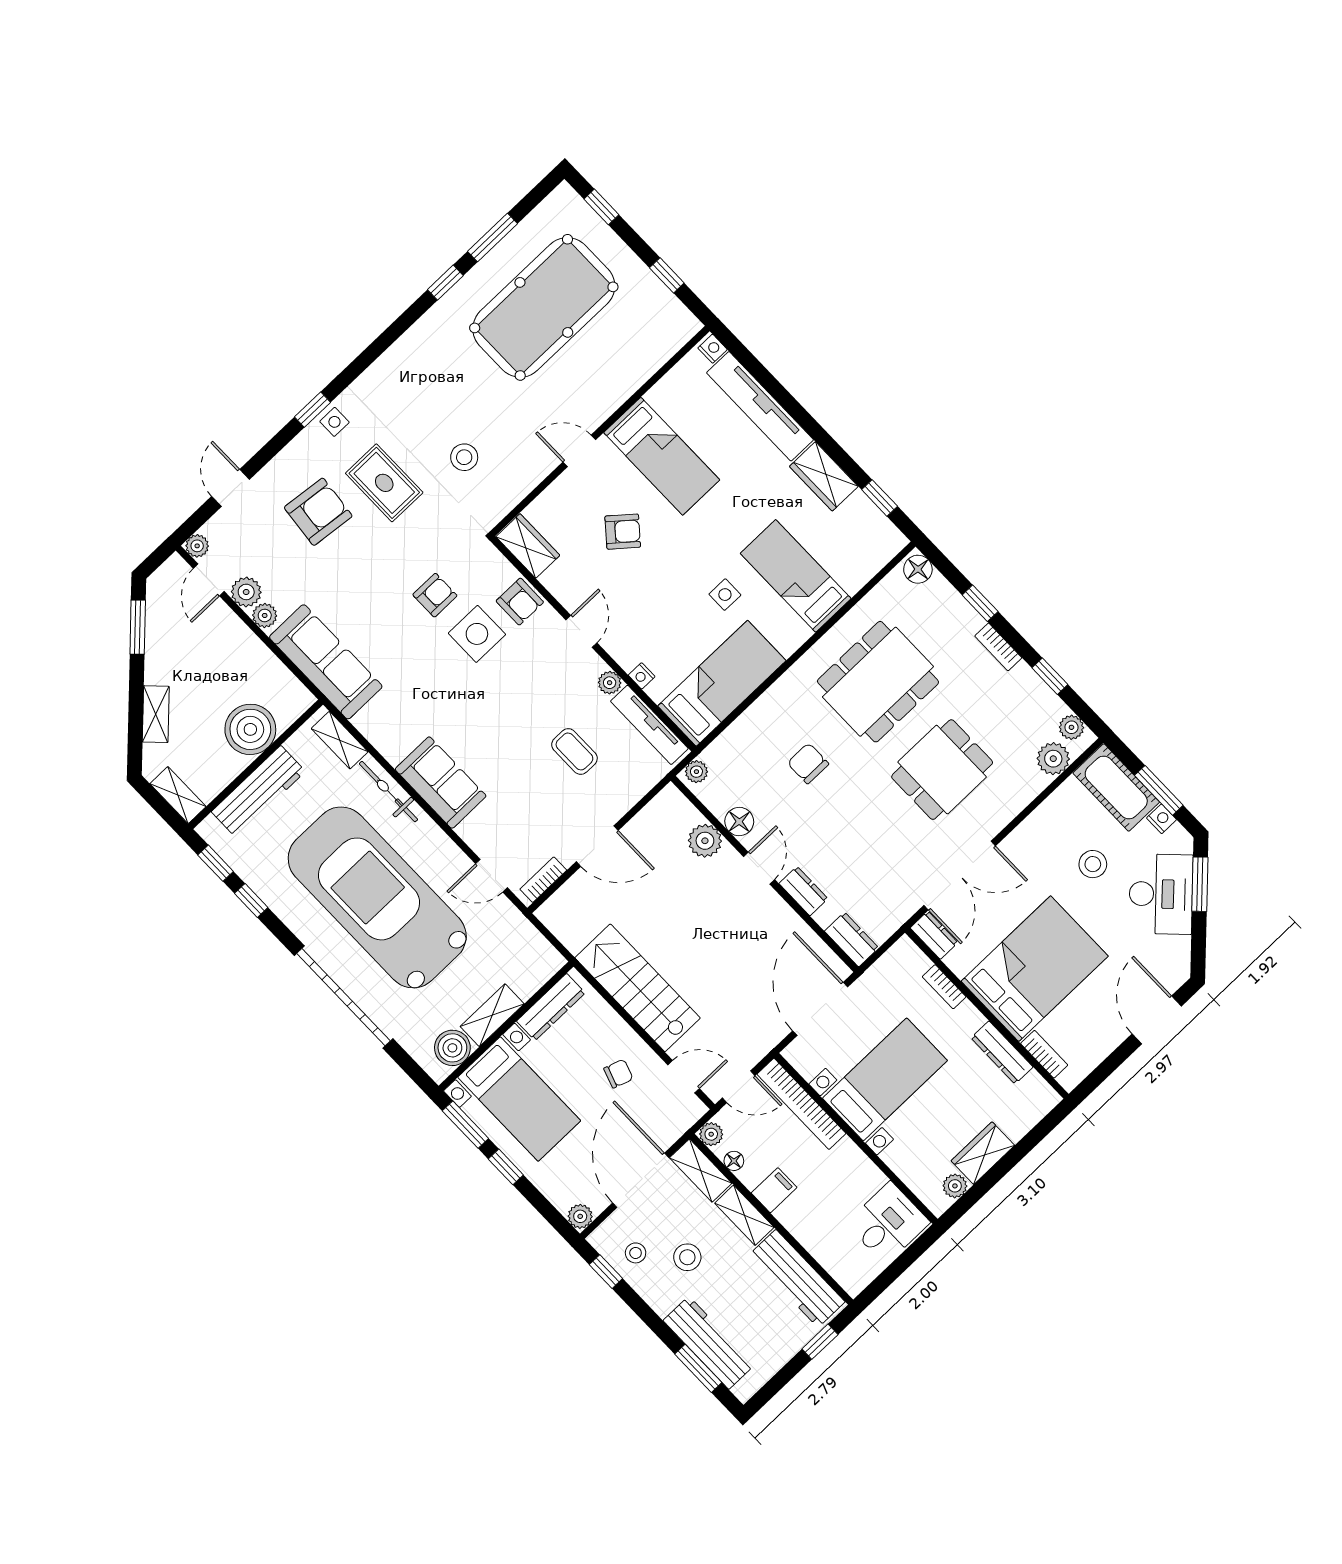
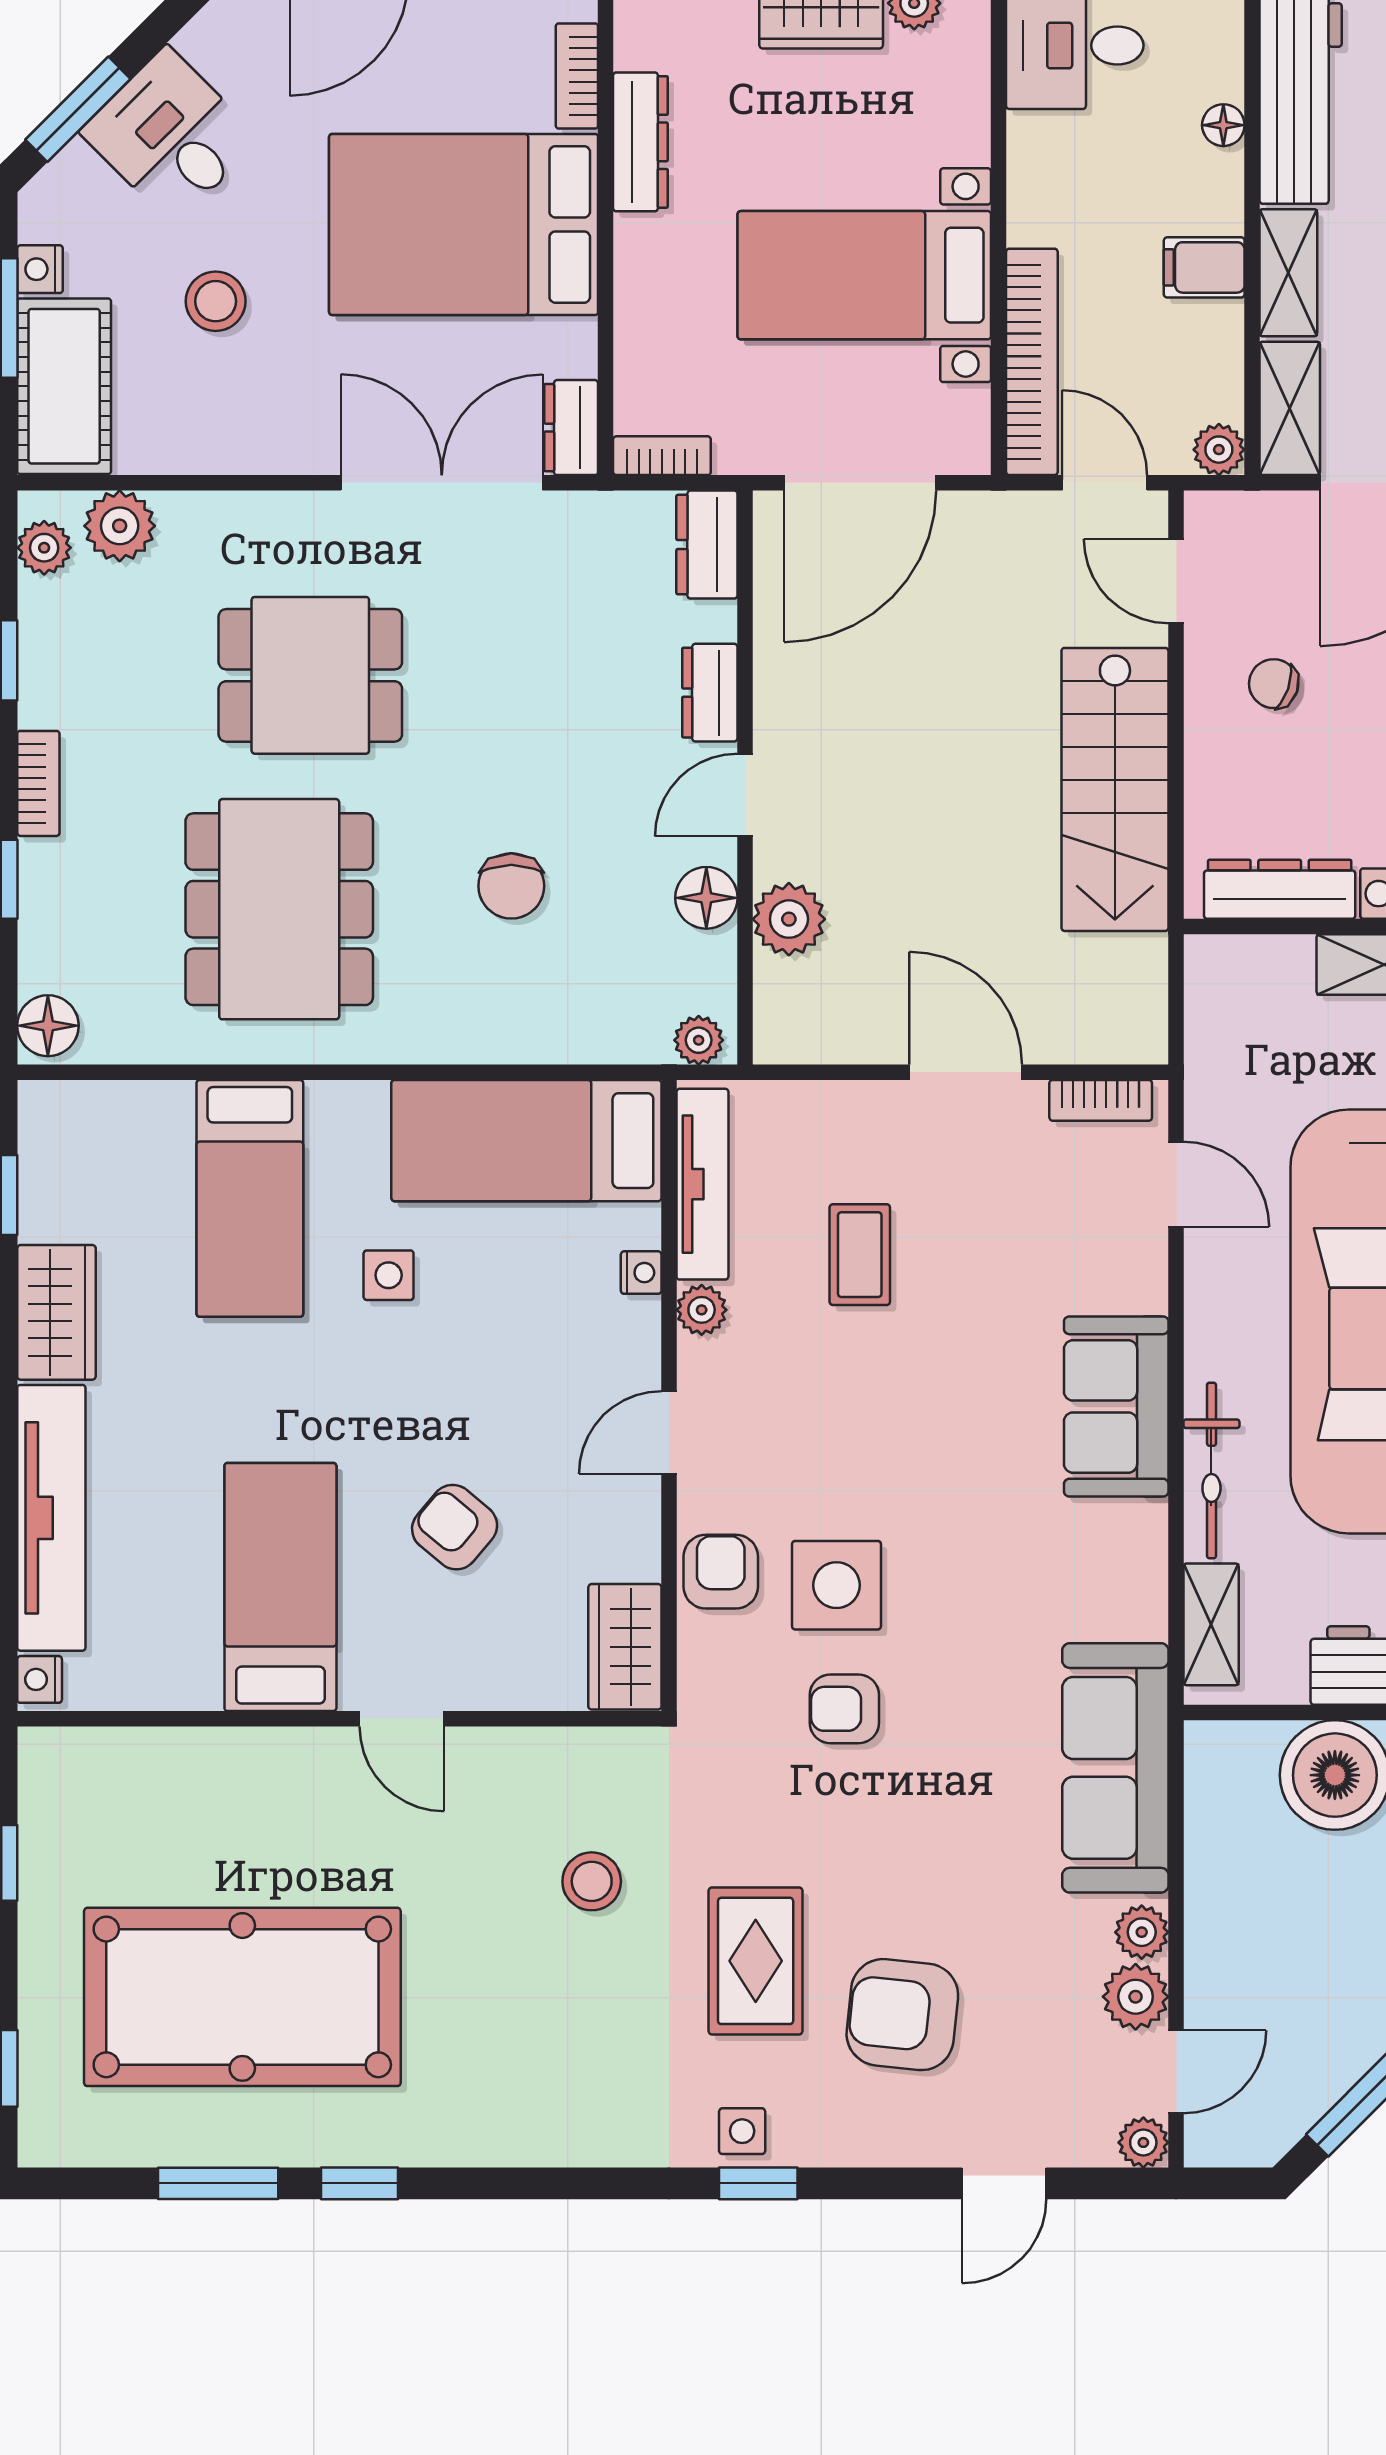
dining table: (878, 682) -> (279, 909), turned 90
desk: (1161, 894) -> (170, 135), width x0.73
bookcase: (944, 987) -> (662, 456), moved, turned -90
floor lamp: (734, 1161) -> (1223, 125), moved

